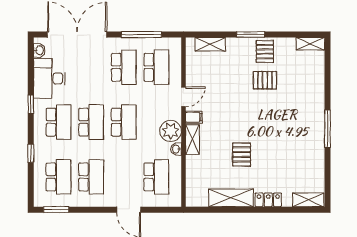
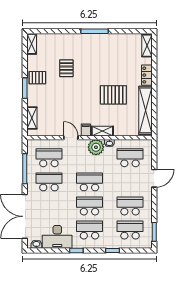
pallet: (265, 80) -> (66, 68), moved
pallet: (242, 155) -> (113, 95), width x1.50, depth x1.42
shelving: (231, 198) -> (145, 110), width x1.47

